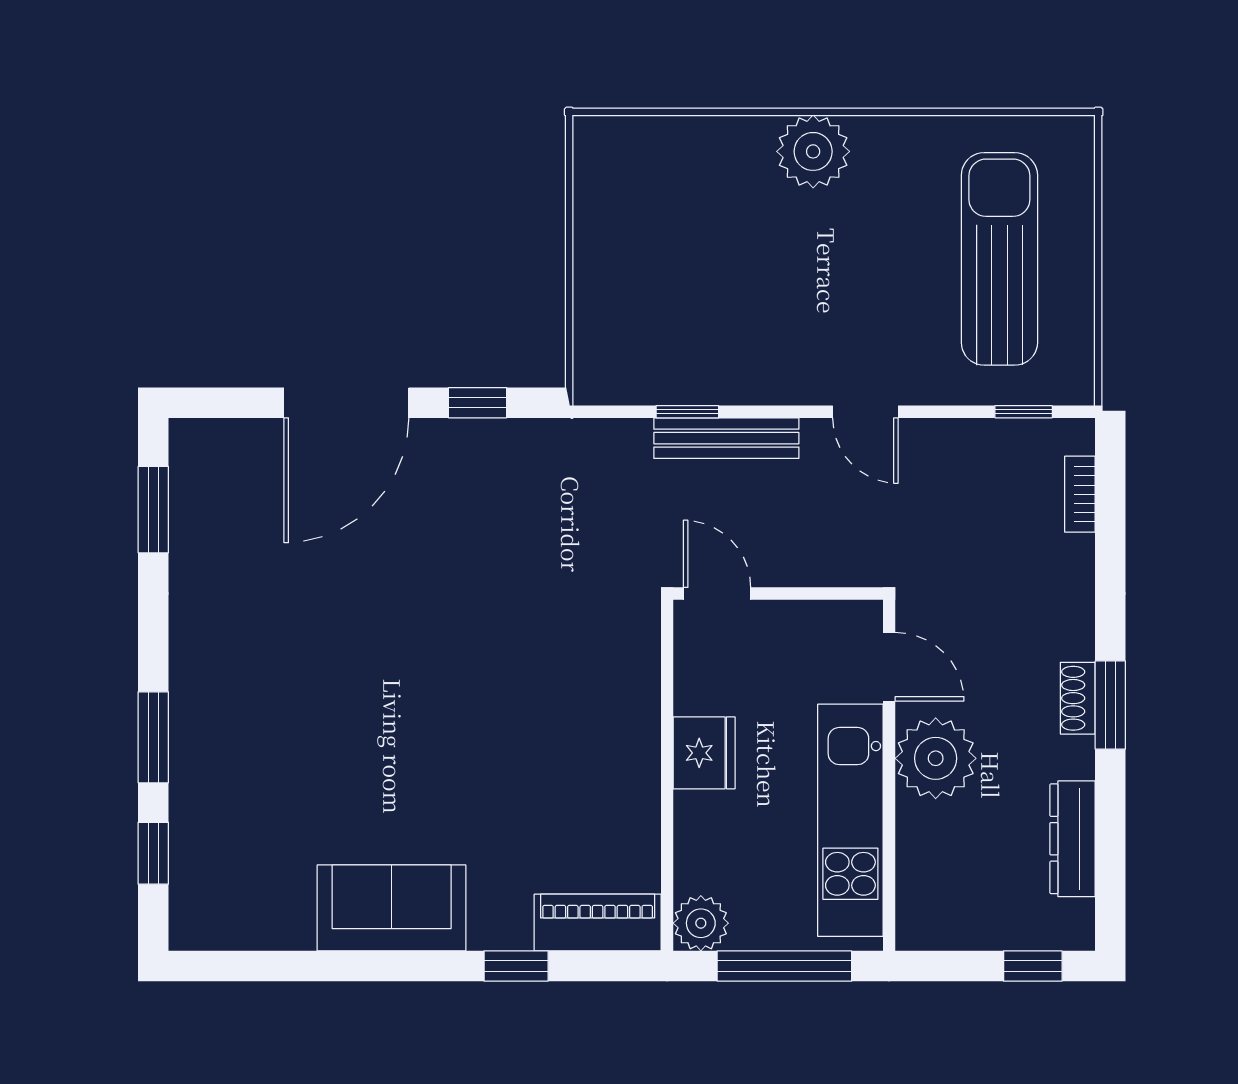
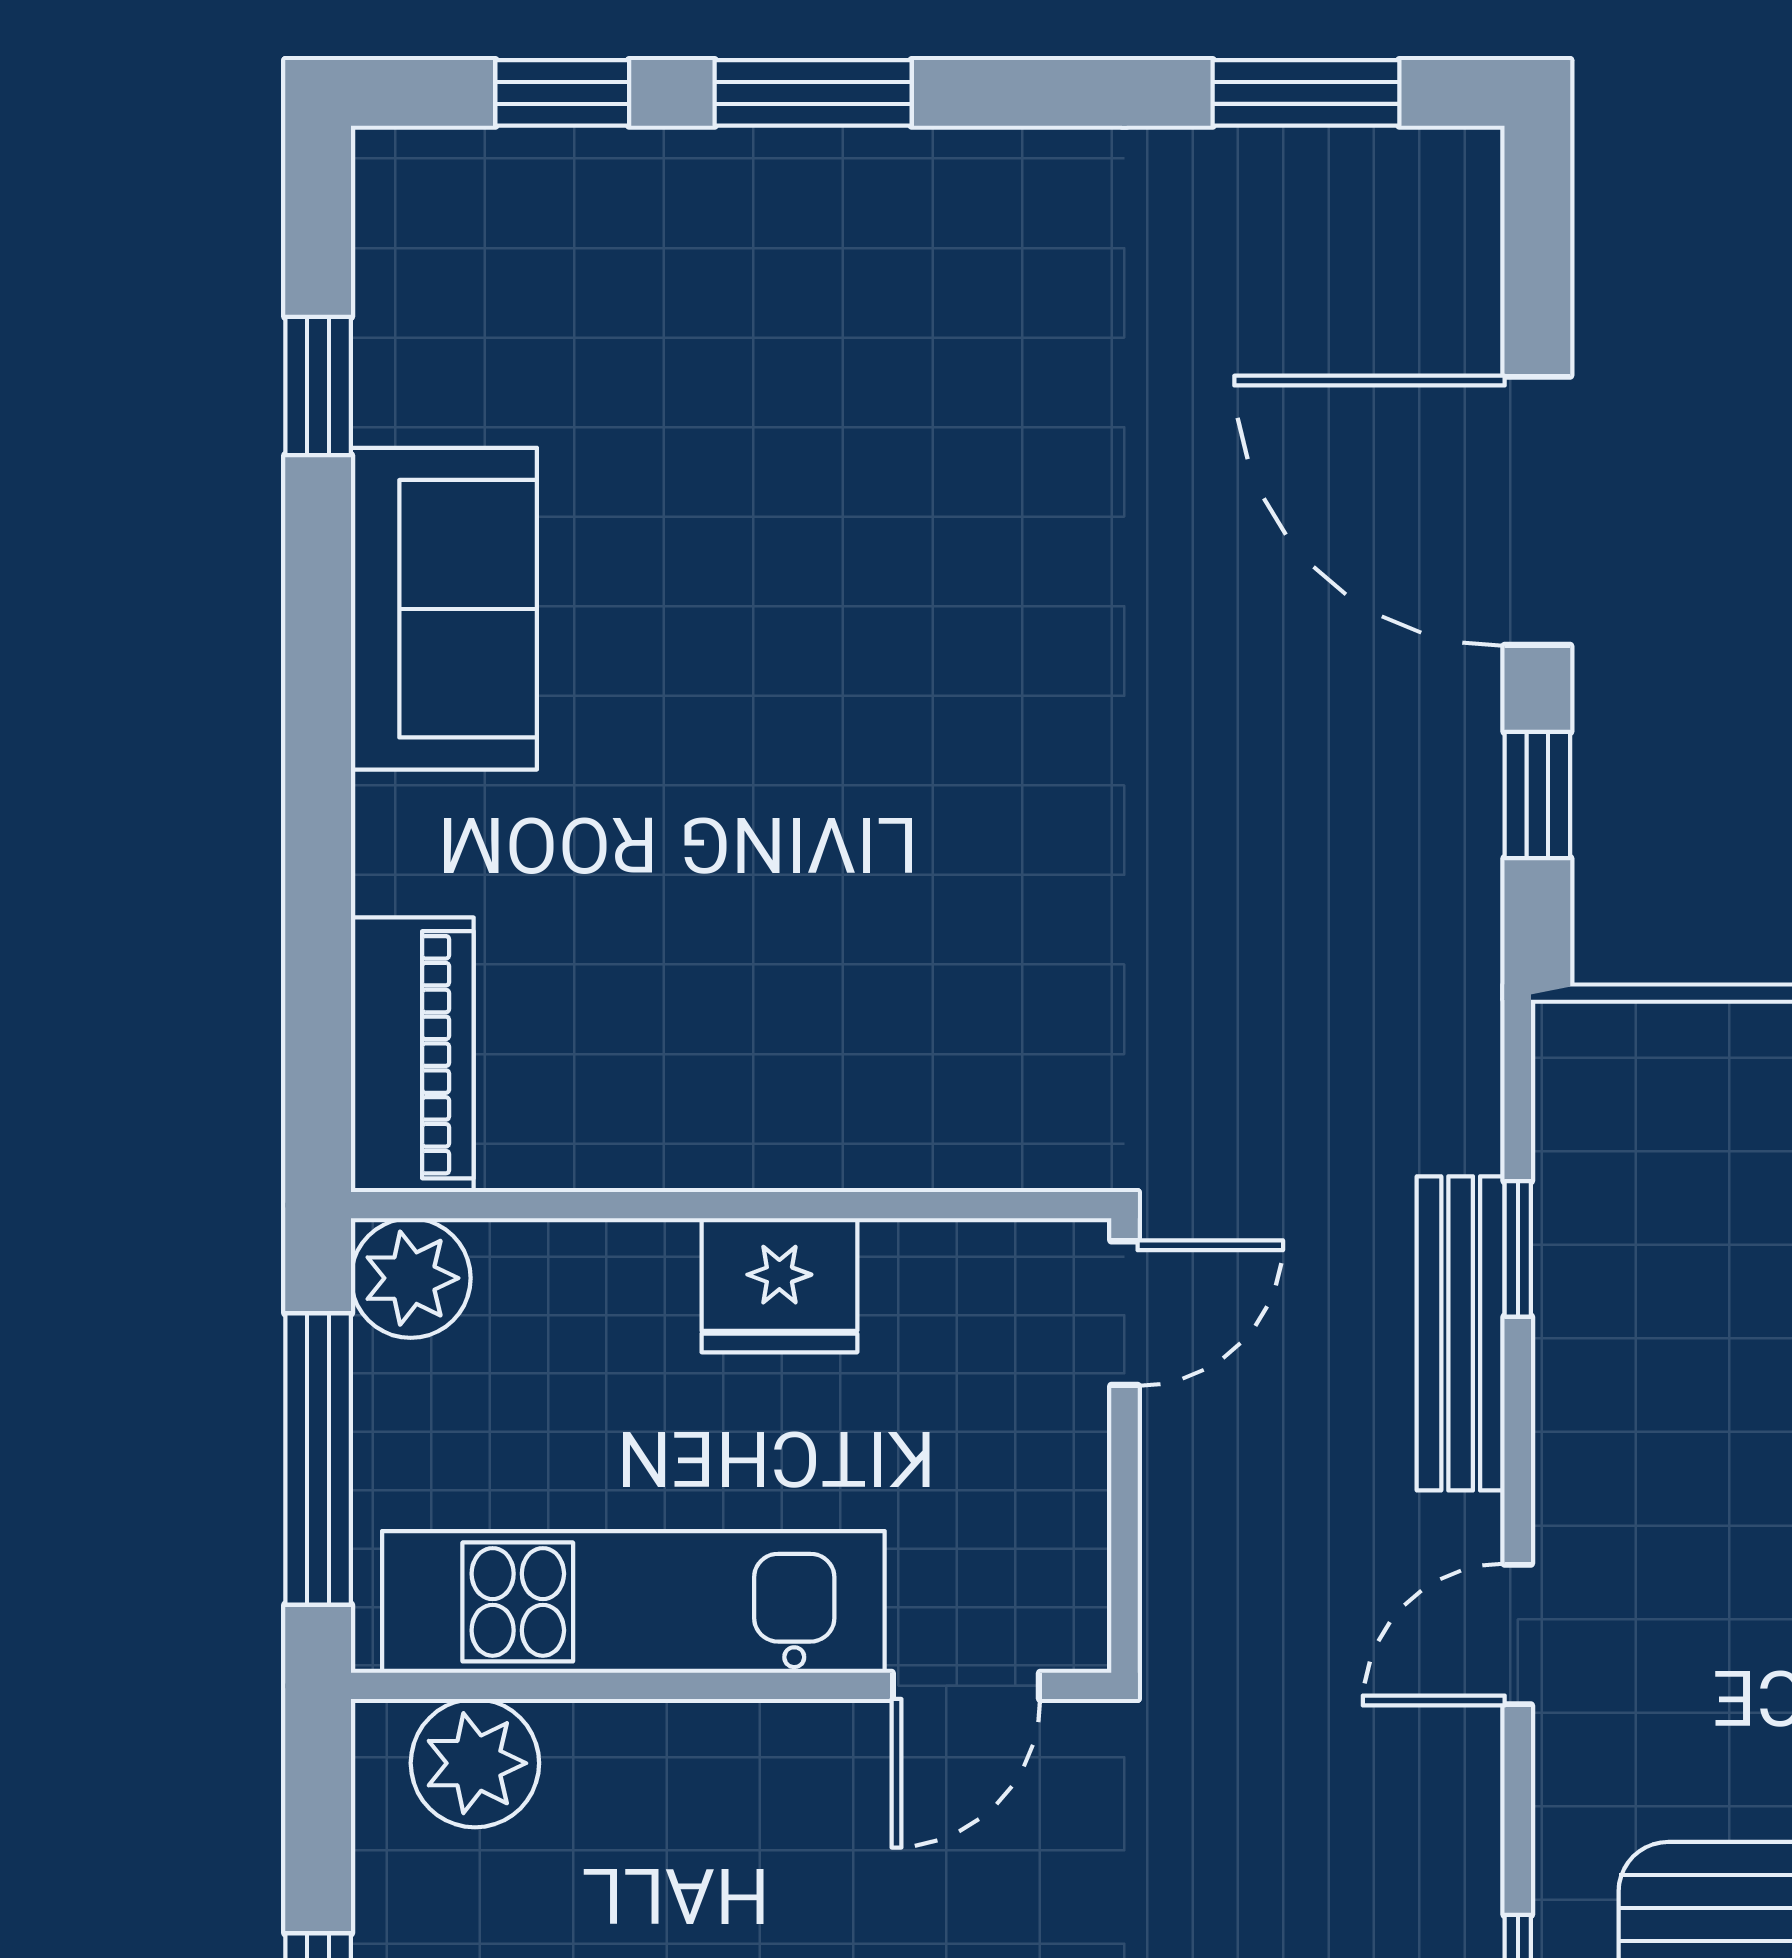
plant: (936, 758) -> (475, 1763), moved, width x0.73, depth x0.73
window: (516, 966) -> (318, 386), moved

